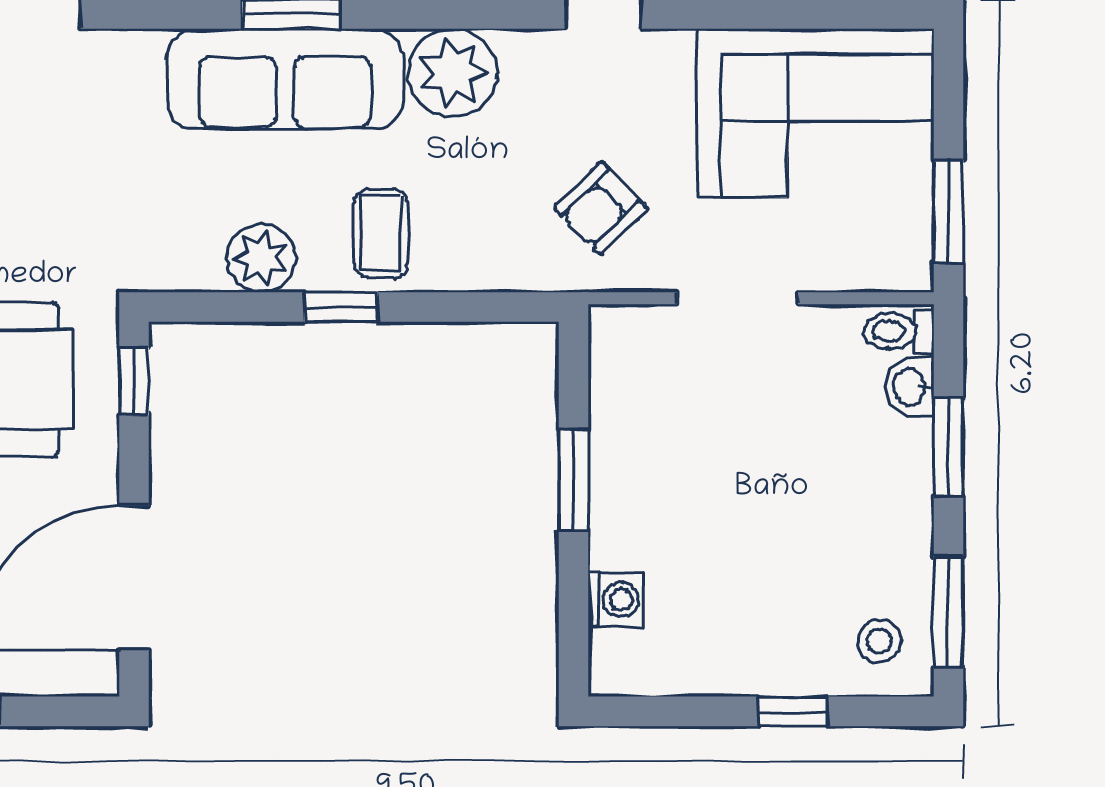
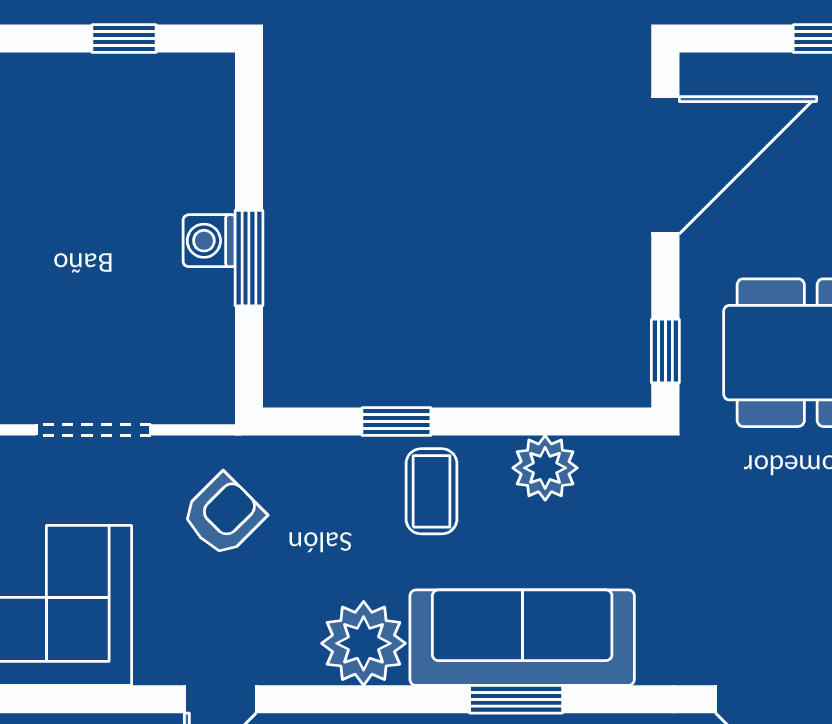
window: (341, 307) -> (396, 422), moved
washing machine: (616, 599) -> (209, 241), moved
window: (793, 711) -> (124, 39), moved

